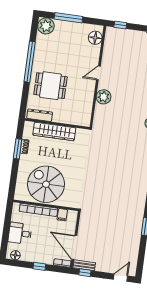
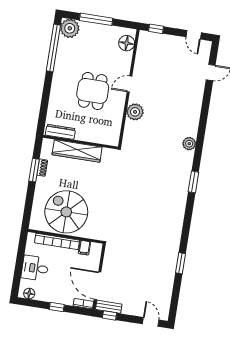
window: (30, 62) -> (53, 48), moved
dining table: (50, 86) -> (93, 91), moved, turned 90
door: (121, 278) -> (151, 322), hinge flipped

